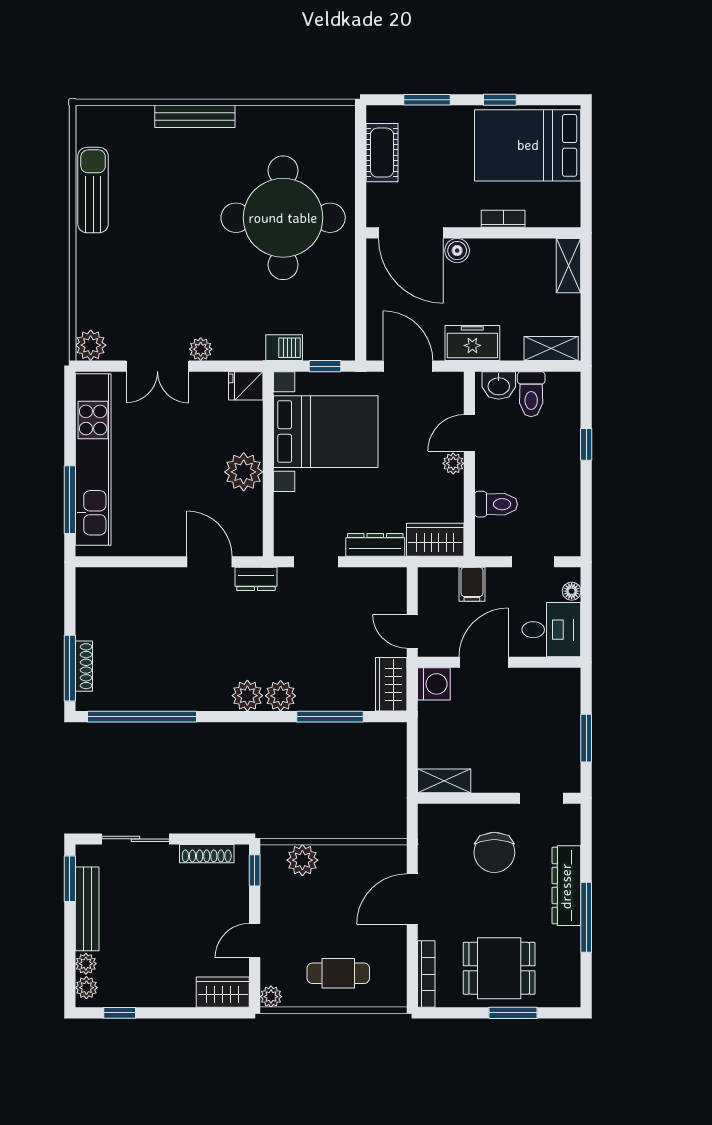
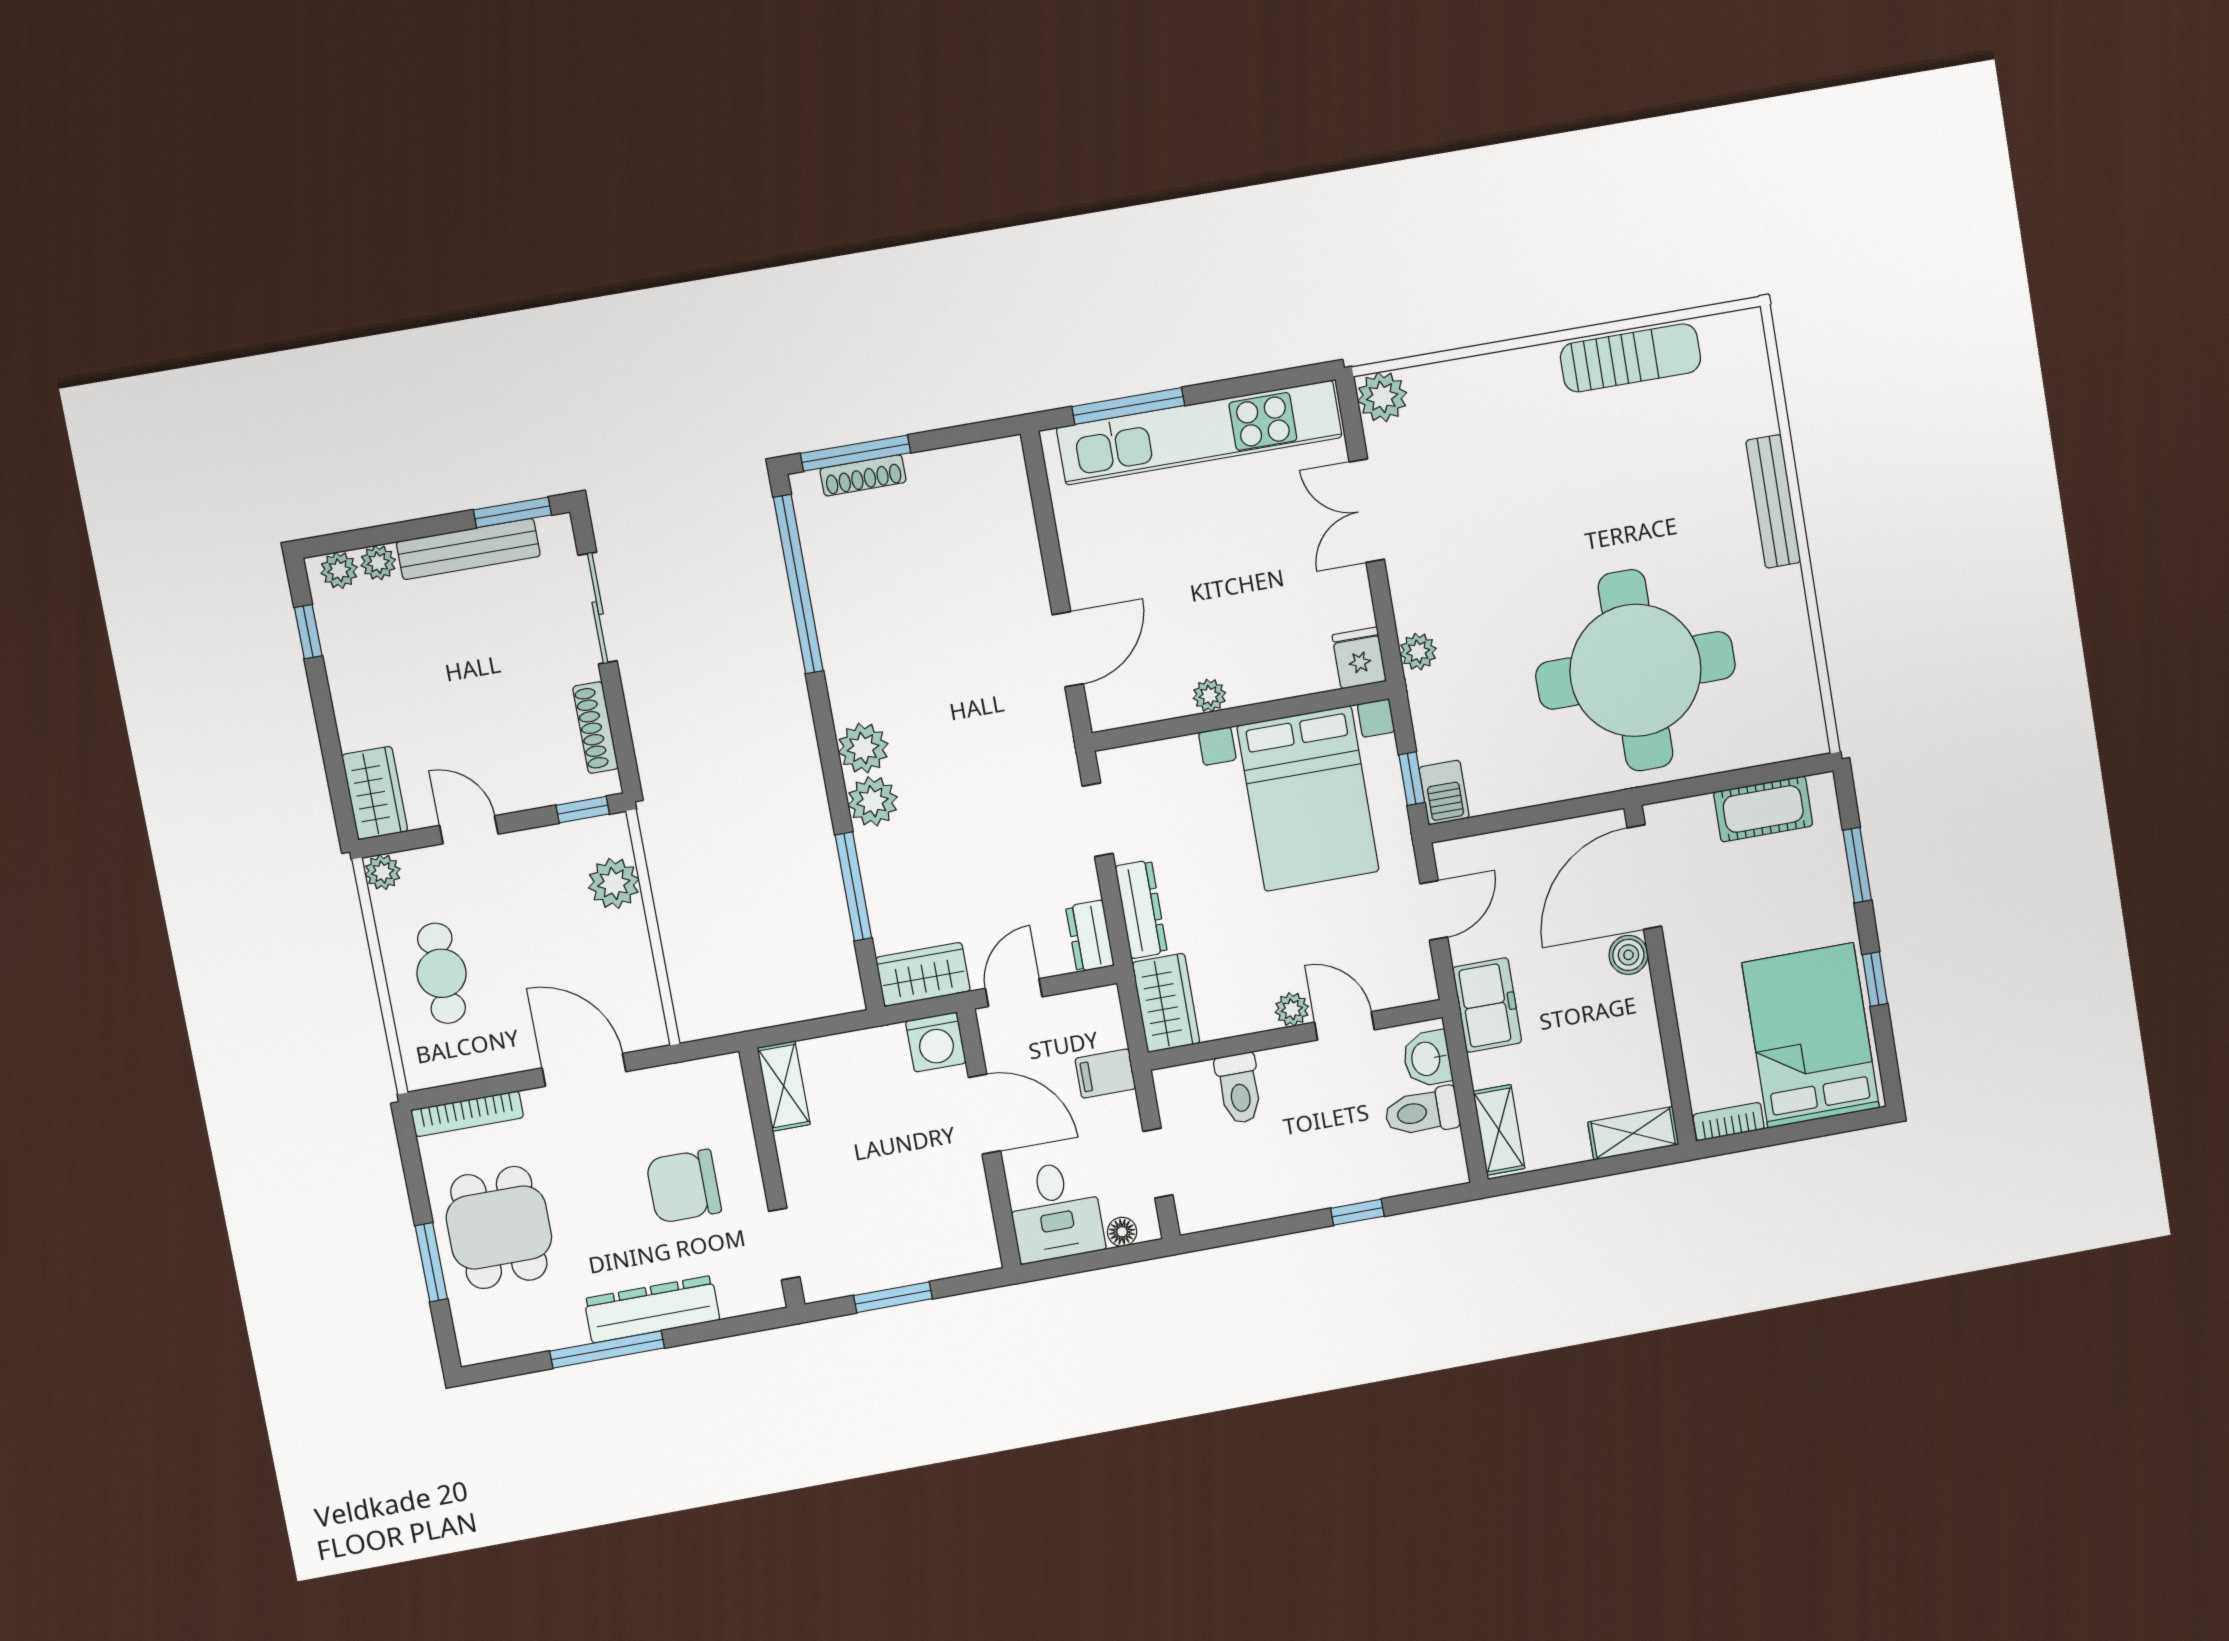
bookcase: (503, 219) -> (1729, 1122), moved, turned -90
barbecue: (284, 348) -> (1444, 793), moved
plant: (201, 349) -> (1418, 652), moved
door: (408, 366) -> (1434, 910), width x0.73
plant: (244, 472) -> (1209, 696), width x0.53, depth x0.53
dresser: (256, 579) -> (1090, 936), moved

